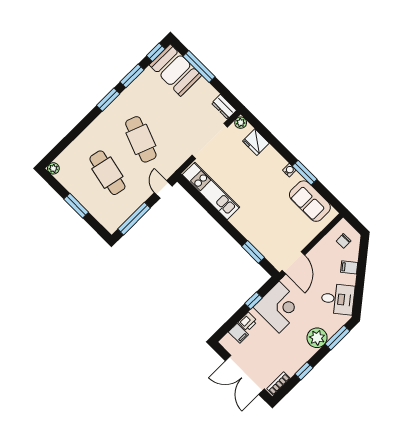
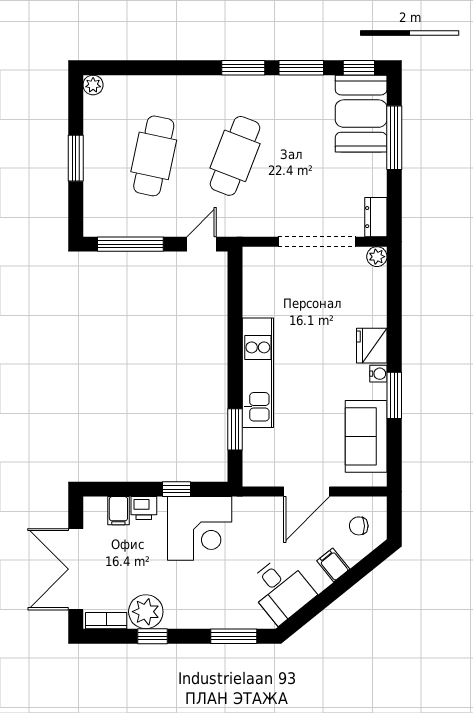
fridge: (256, 142) -> (372, 346), moved
kitchen unit: (211, 191) -> (258, 373), moved
door: (293, 263) -> (307, 492), moved
plant: (317, 338) -> (146, 612), moved

